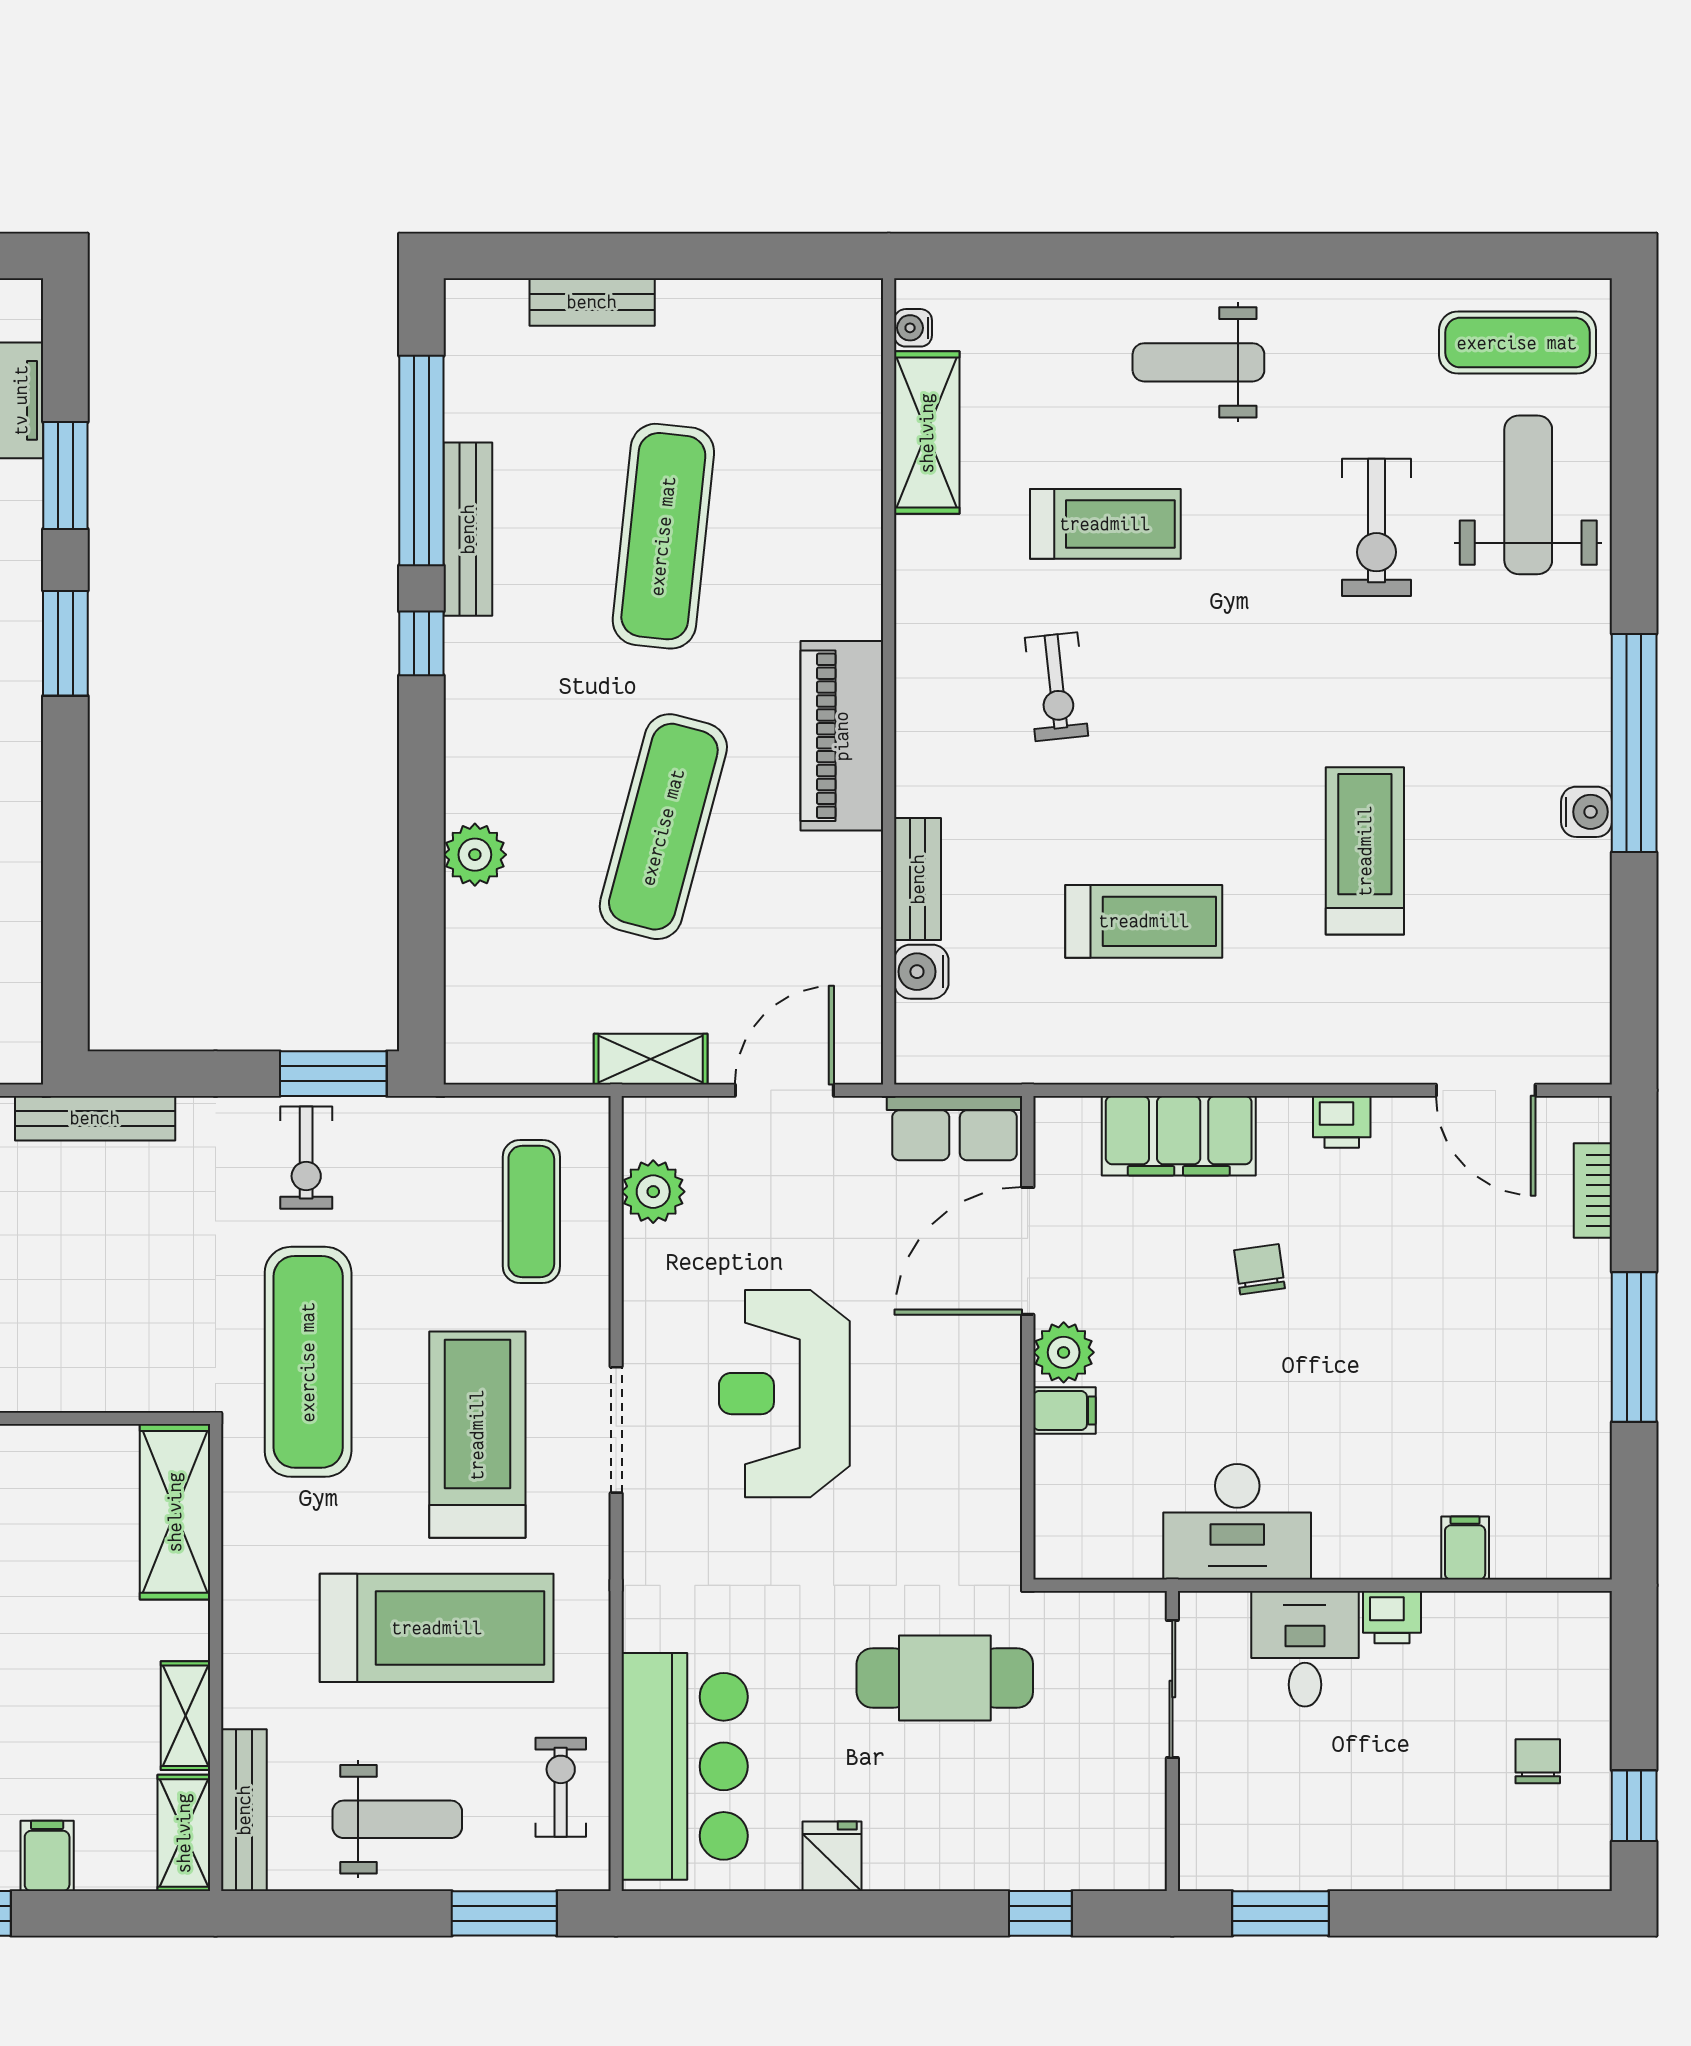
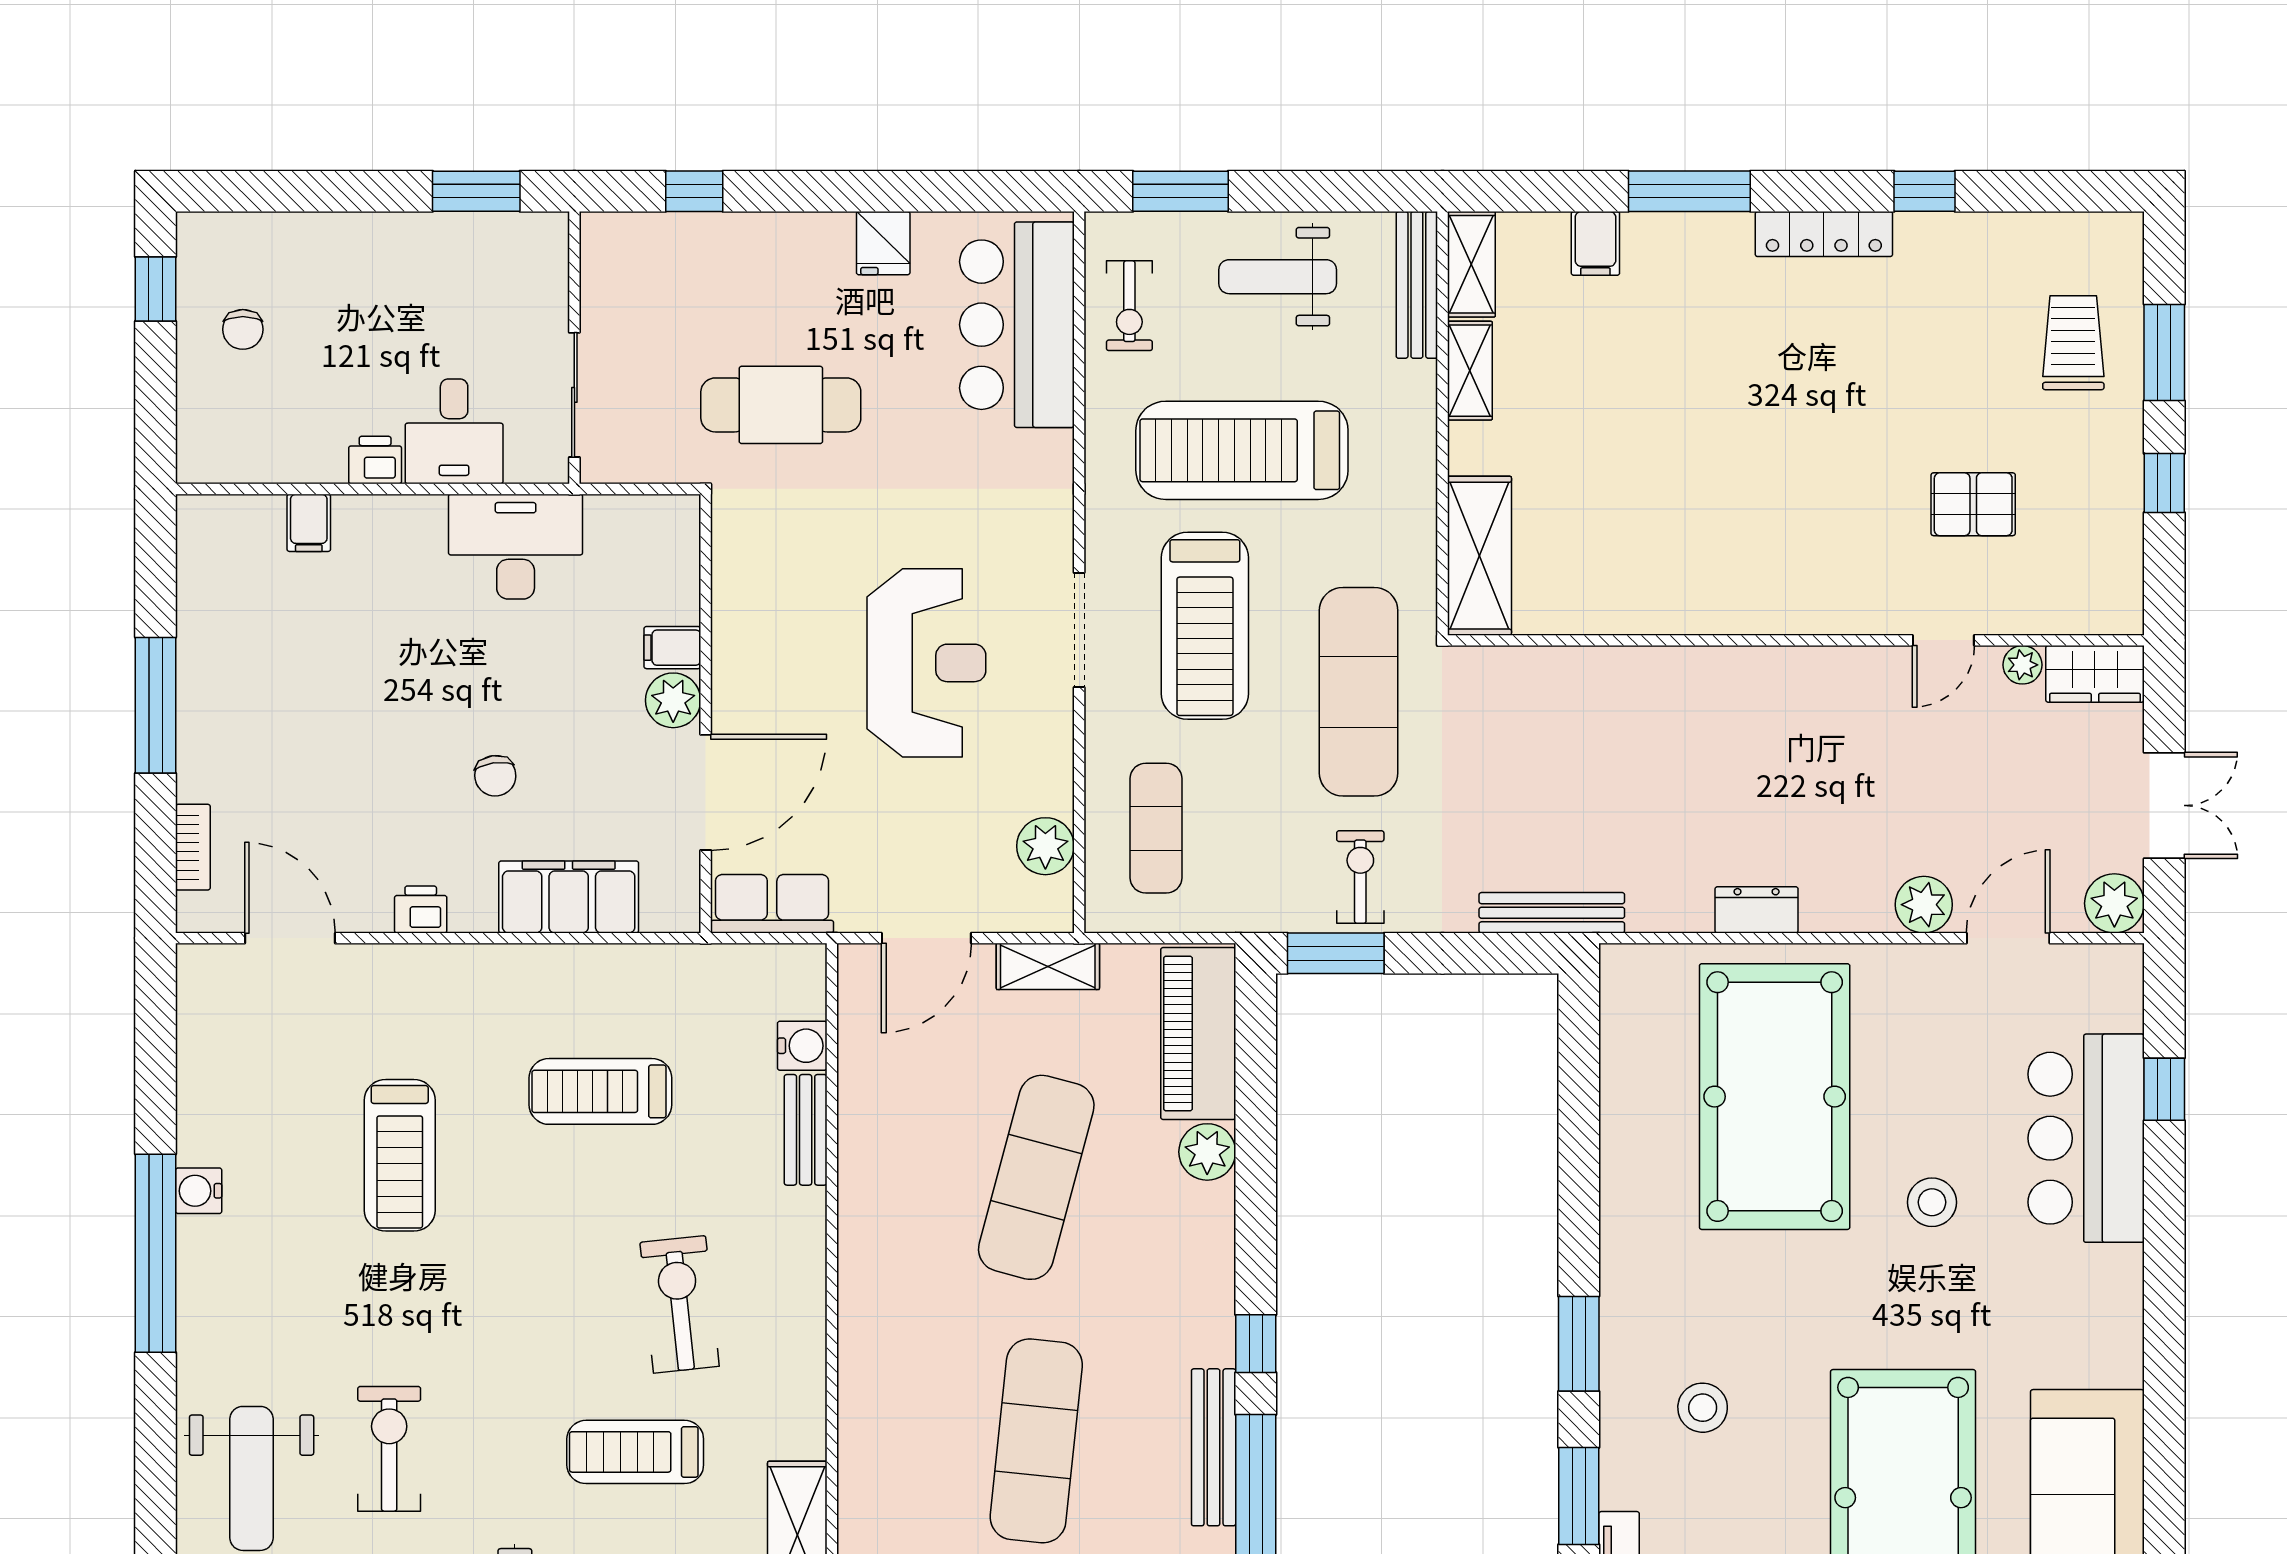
exercise bike: (1056, 687) -> (680, 1304), width x1.38, depth x1.39
piano: (842, 736) -> (1198, 1034), moved, turned 180

